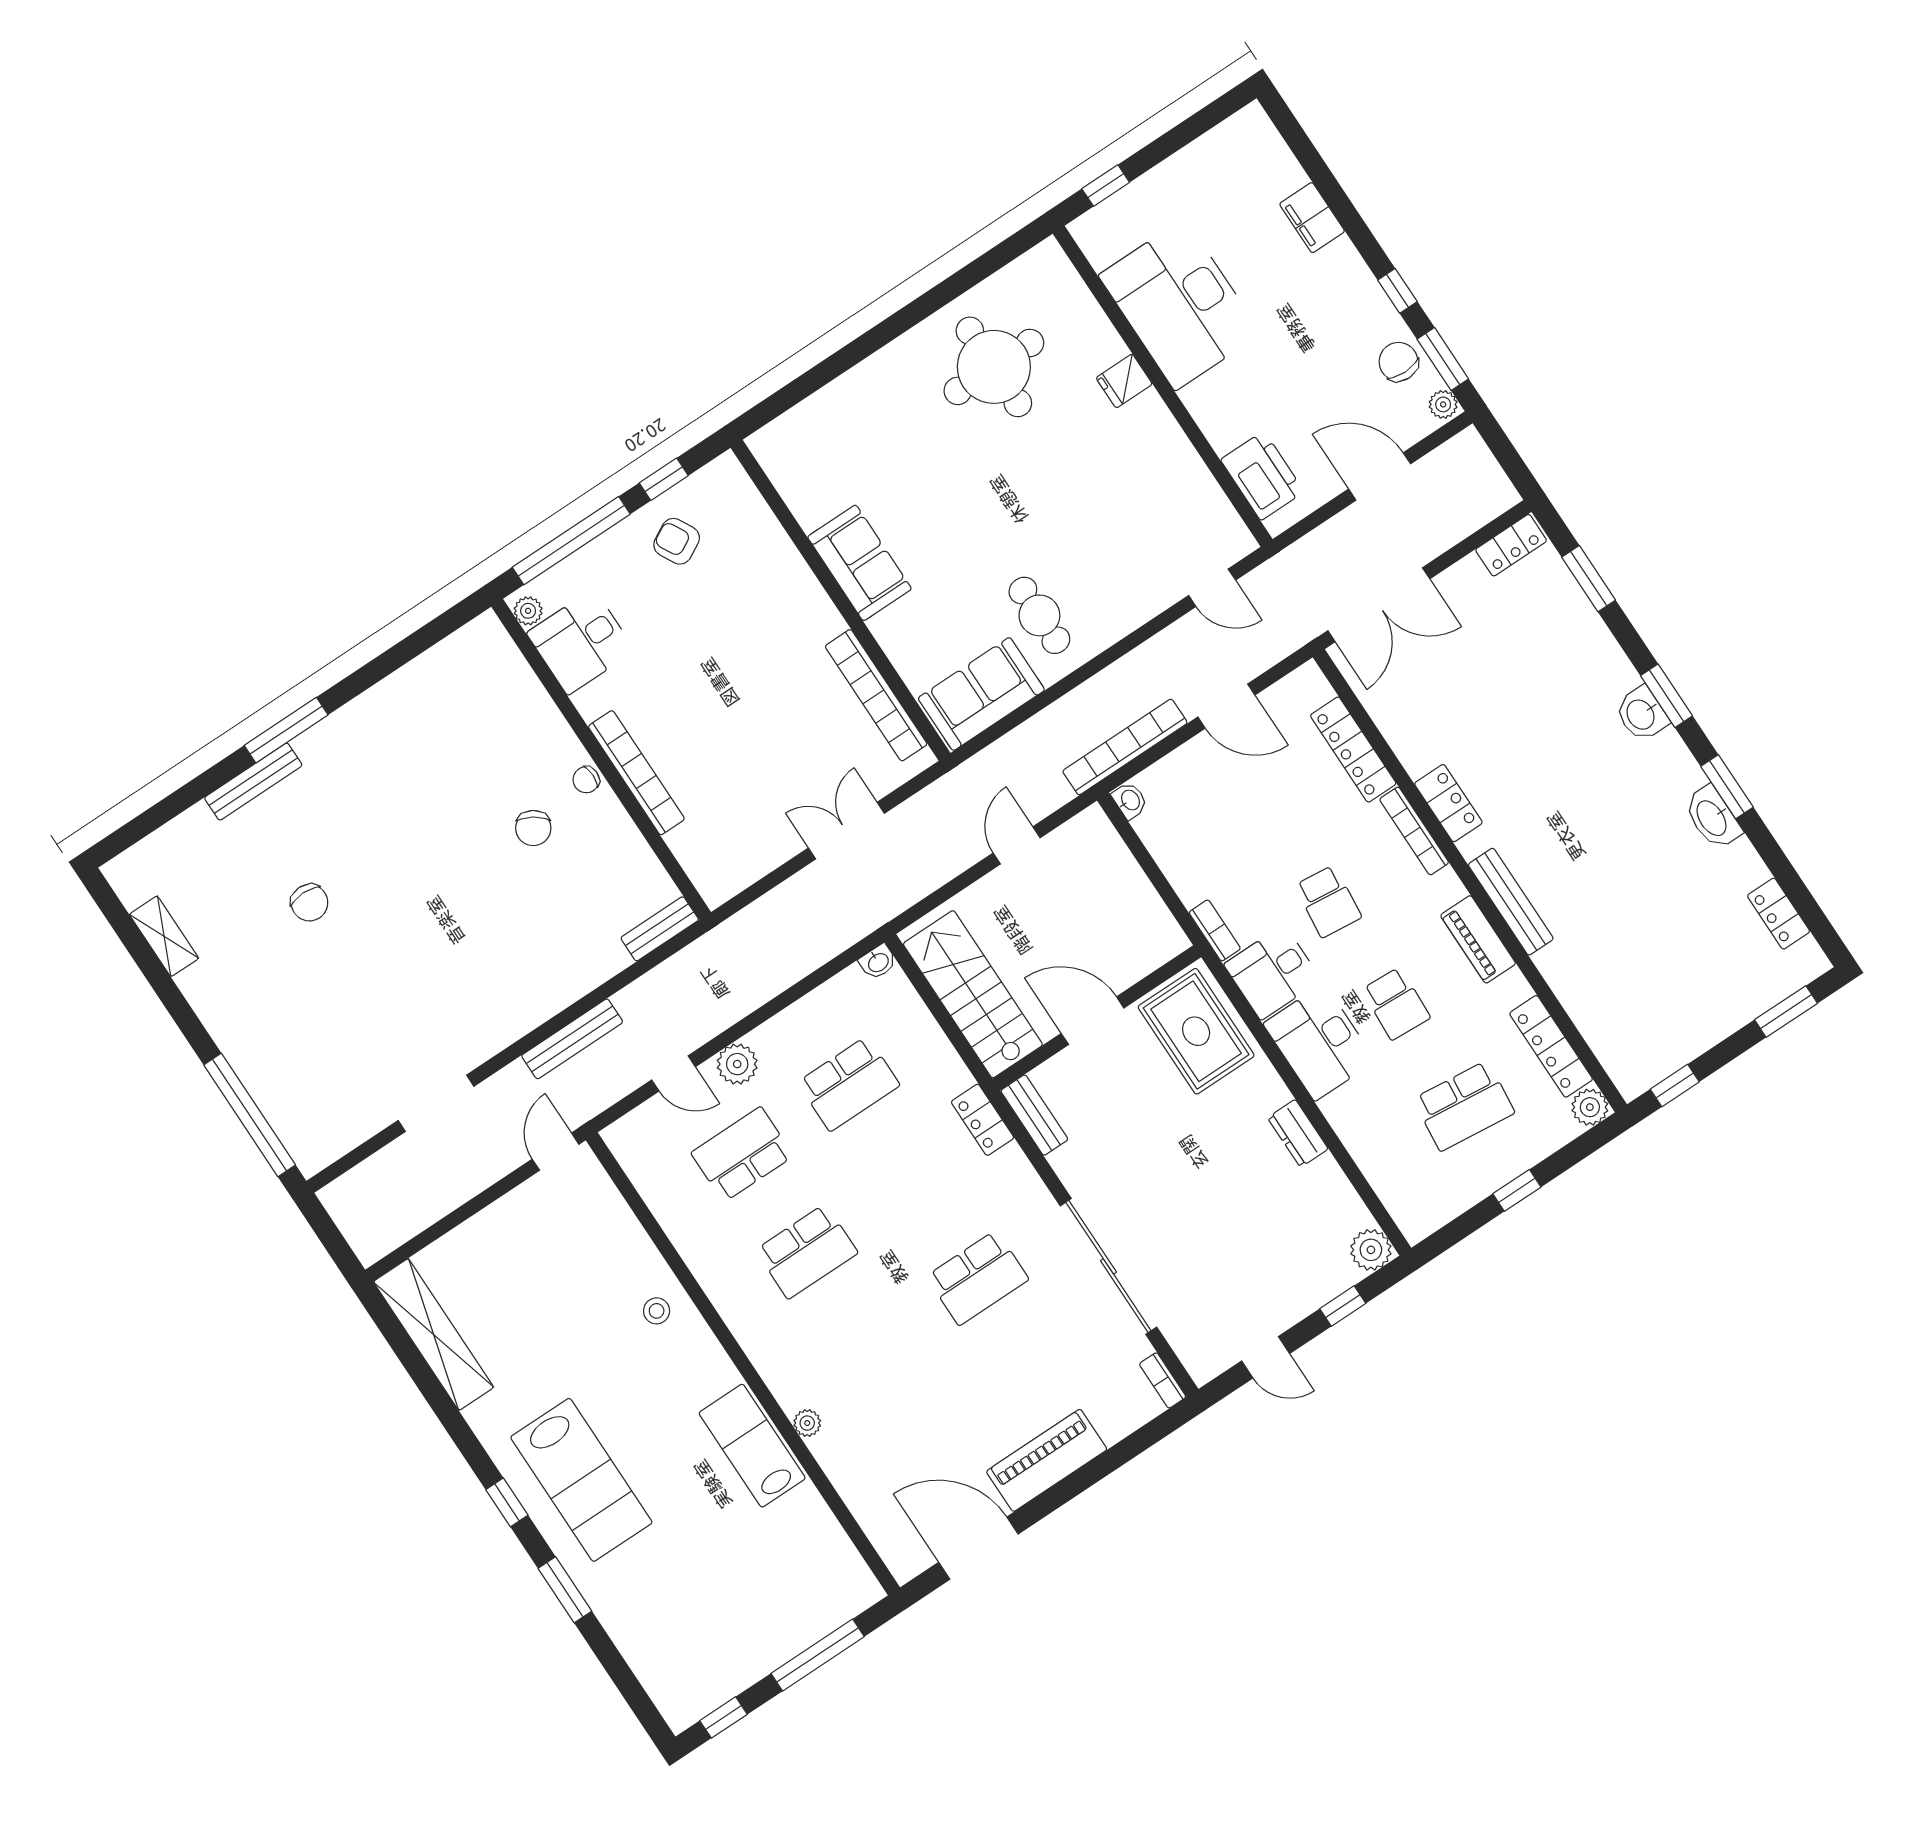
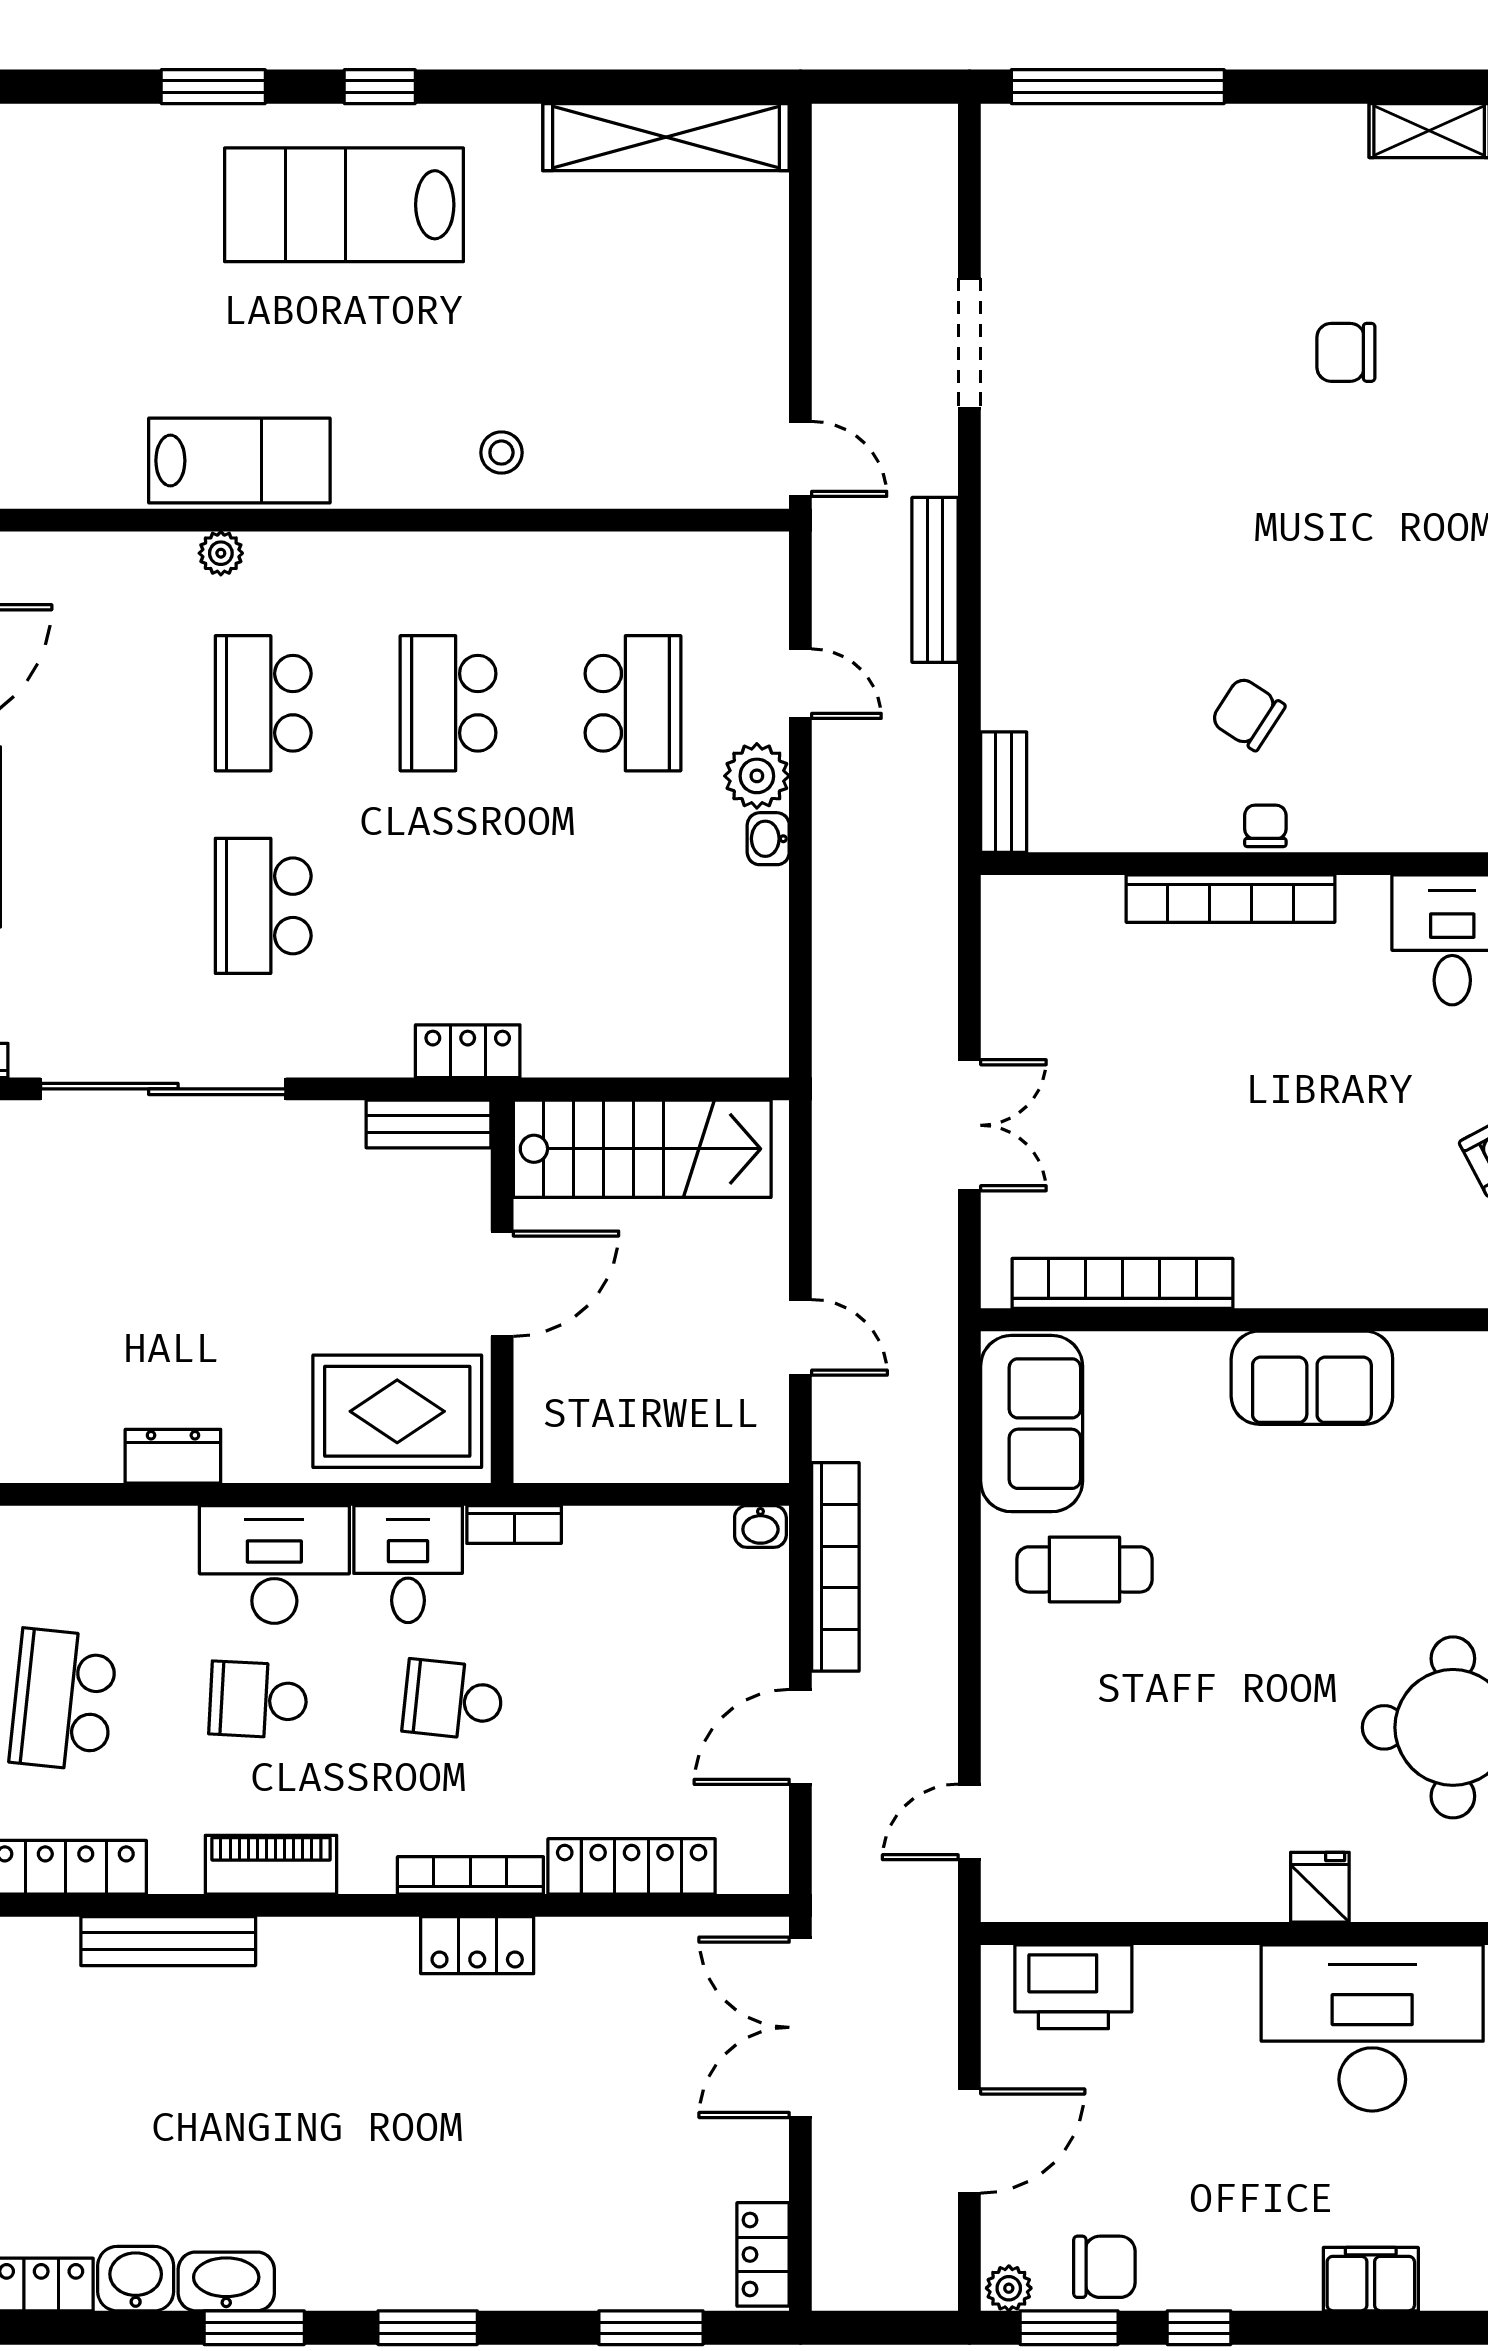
washbasin: (1641, 714) -> (136, 2279), moved
bench: (1511, 902) -> (168, 1941), moved
washbasin: (878, 962) -> (768, 839), moved
door: (674, 1073) -> (800, 684), swing flipped
school desk: (849, 1084) -> (263, 703), moved

